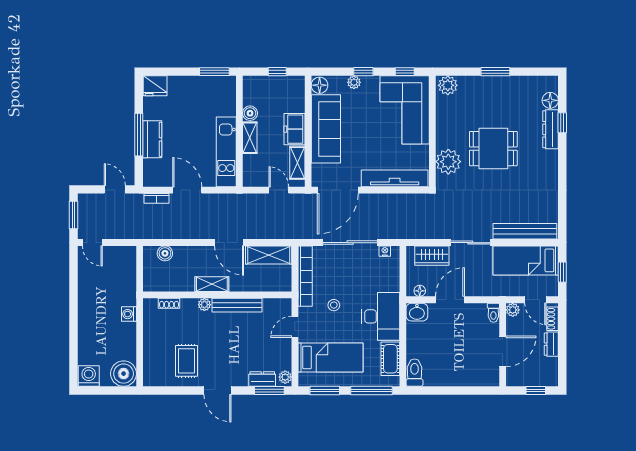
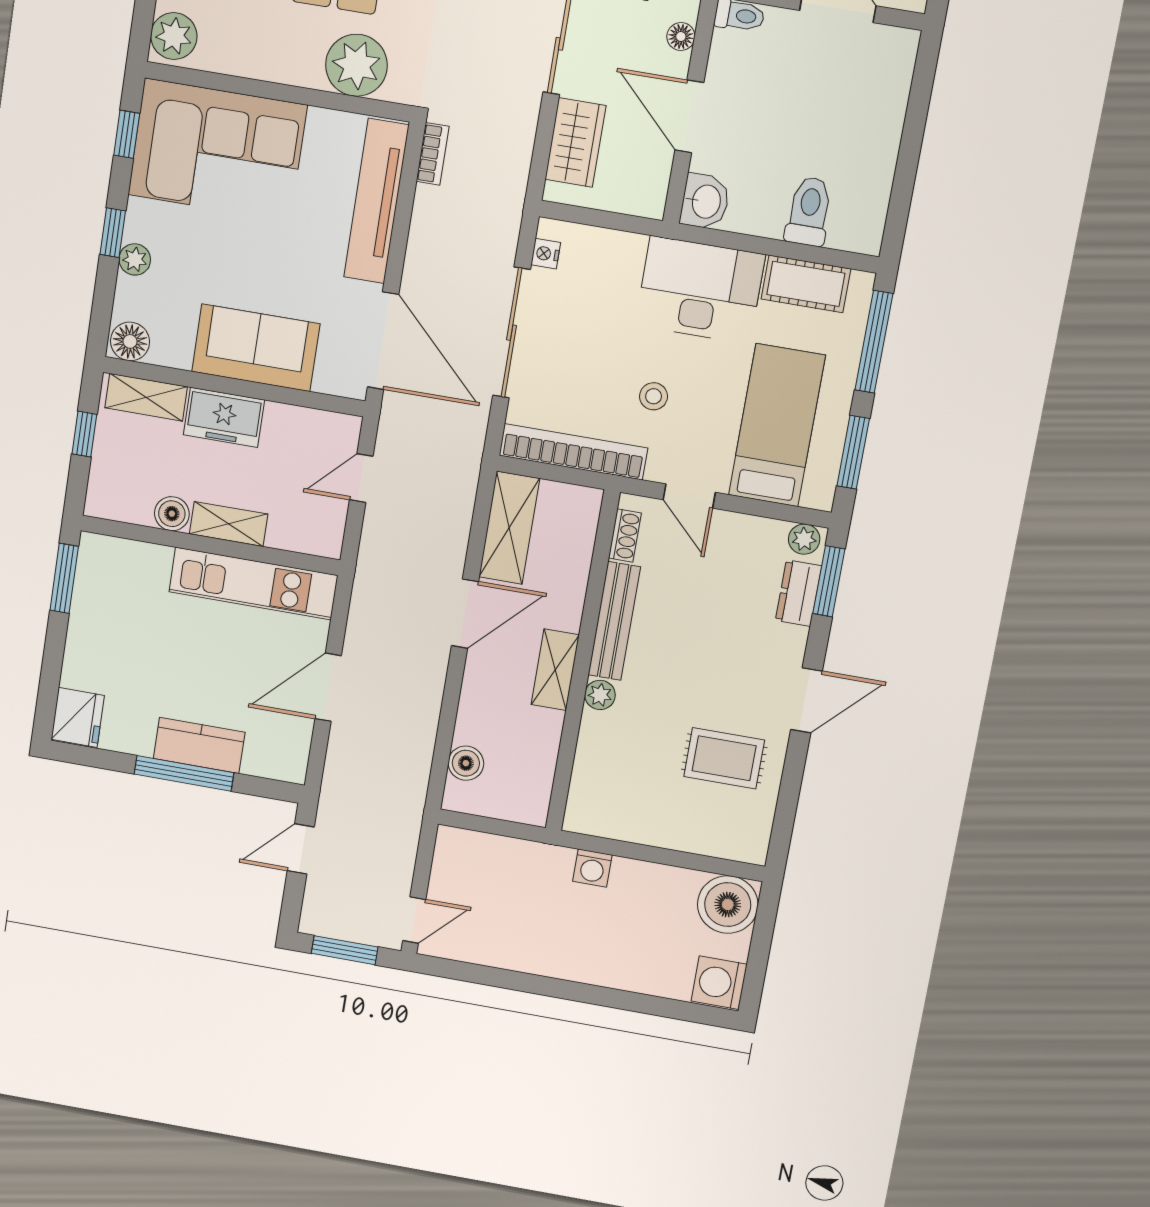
sofa: (326, 129) -> (256, 348), width x0.73
shelving: (297, 163) -> (146, 397), moved
bookcase: (157, 198) -> (433, 154), moved
floor lamp: (420, 291) -> (681, 37), moved
shoe rack: (169, 303) -> (625, 536), moved
toilet: (415, 373) -> (809, 211), moved, turned 90

